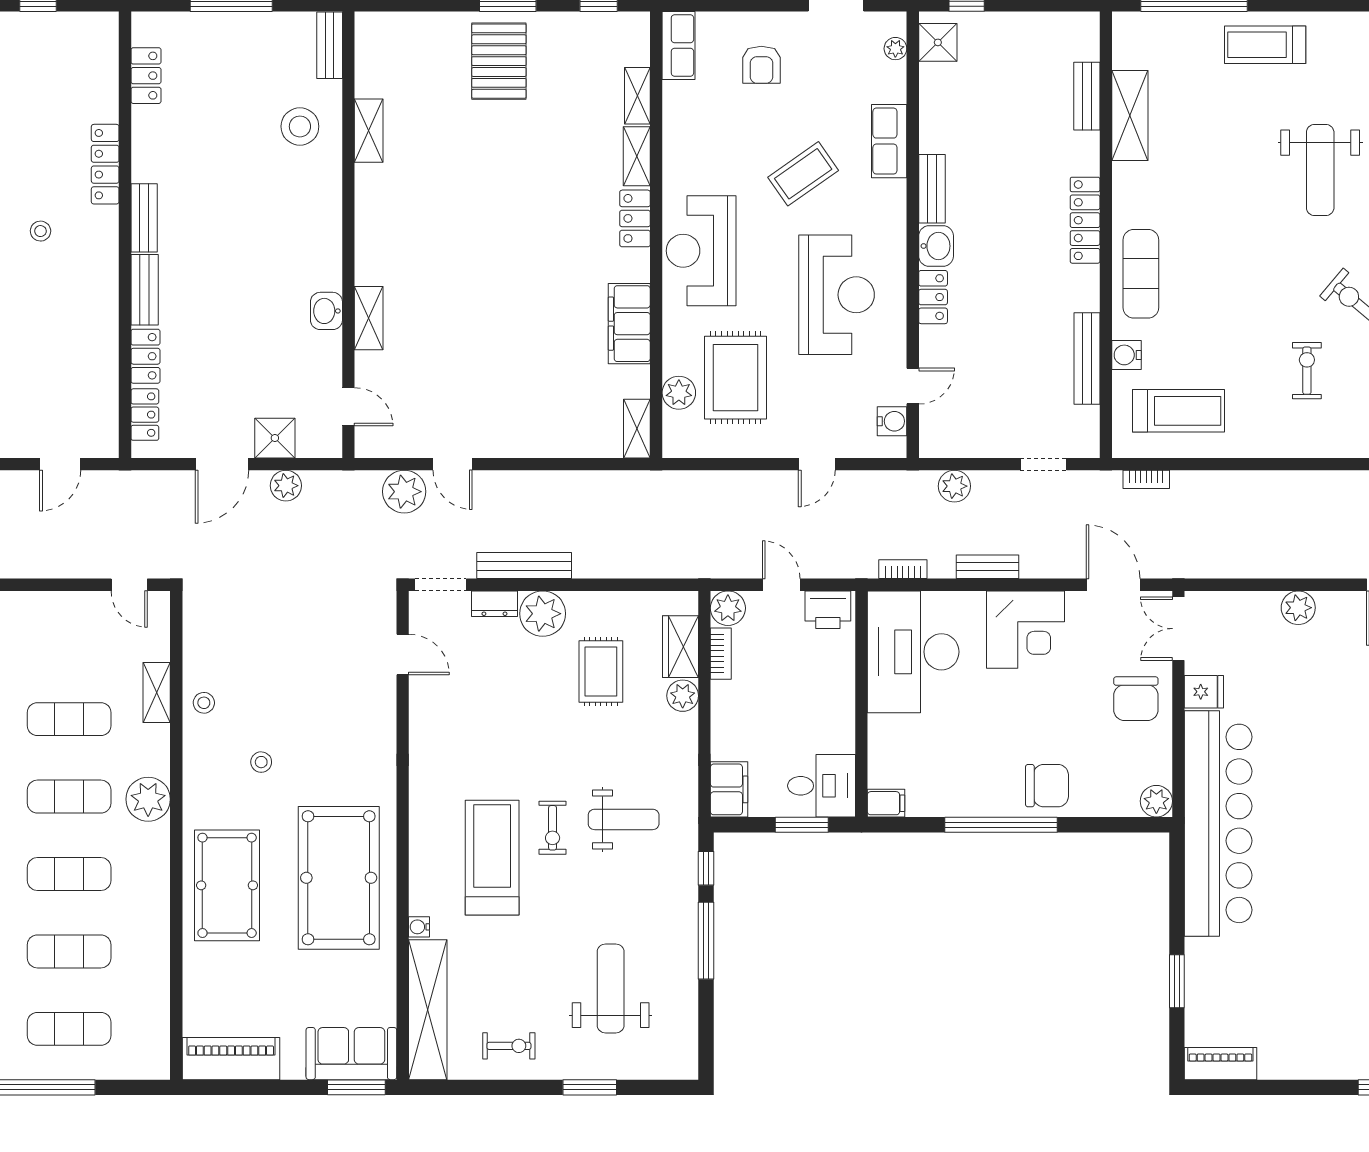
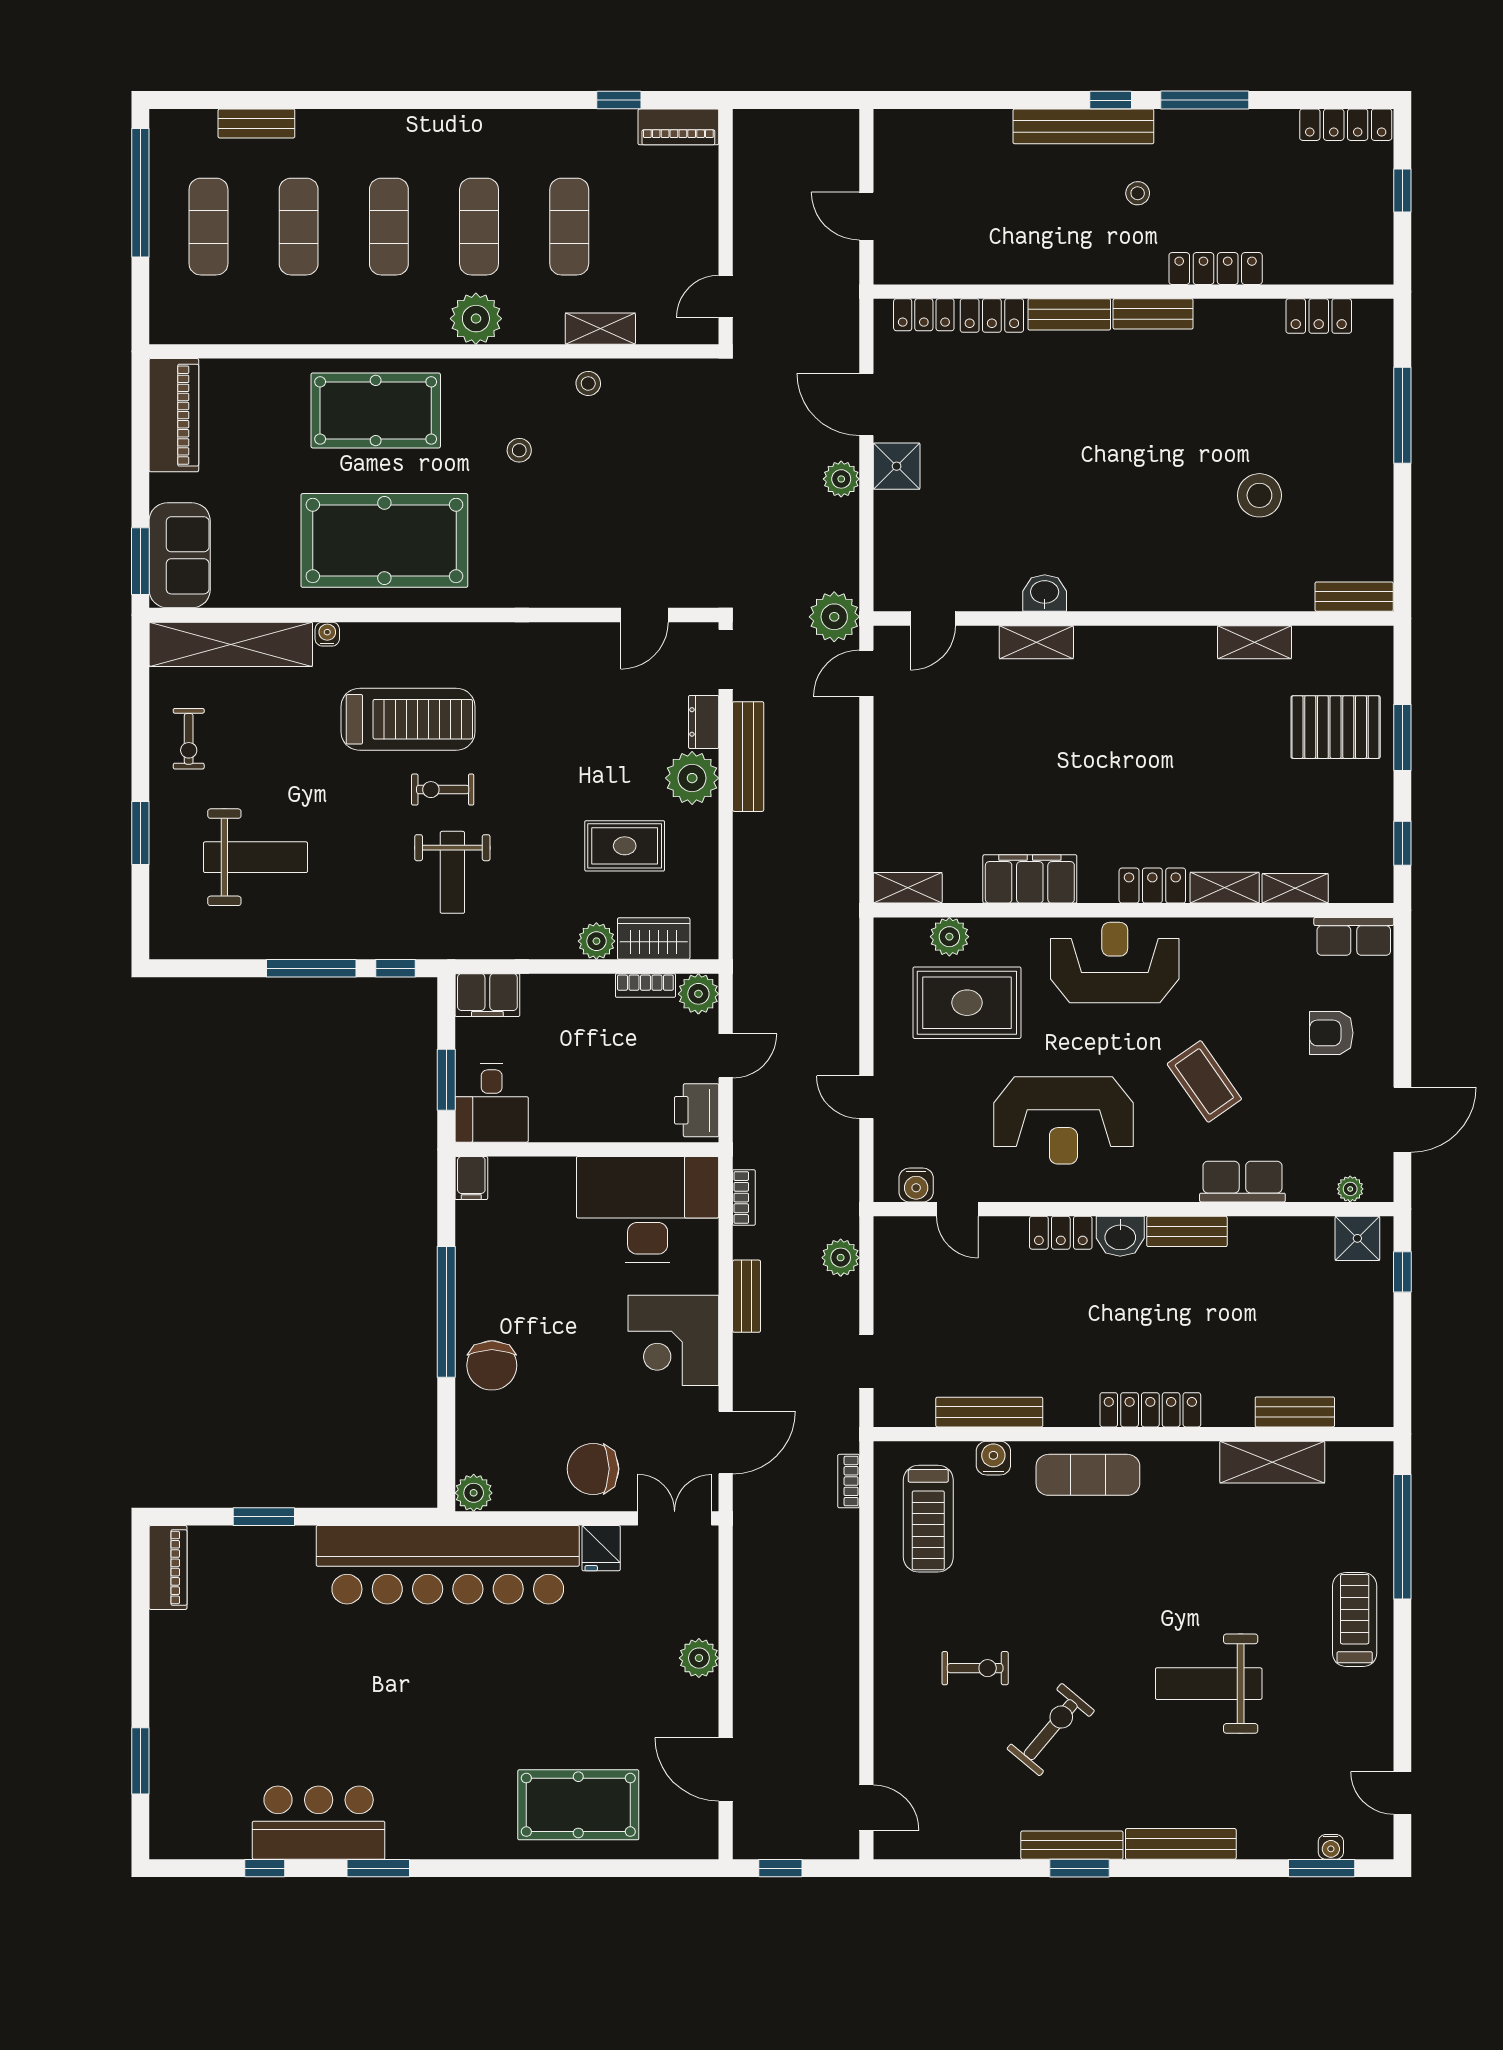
bench: (330, 45) -> (1354, 597), moved
shelving: (369, 131) -> (1255, 642), moved
wall: (348, 235) -> (1133, 619), moved
washbasin: (326, 311) -> (1045, 593), moved
shelving: (369, 318) -> (1036, 642), moved
door: (348, 407) -> (933, 619), moved

